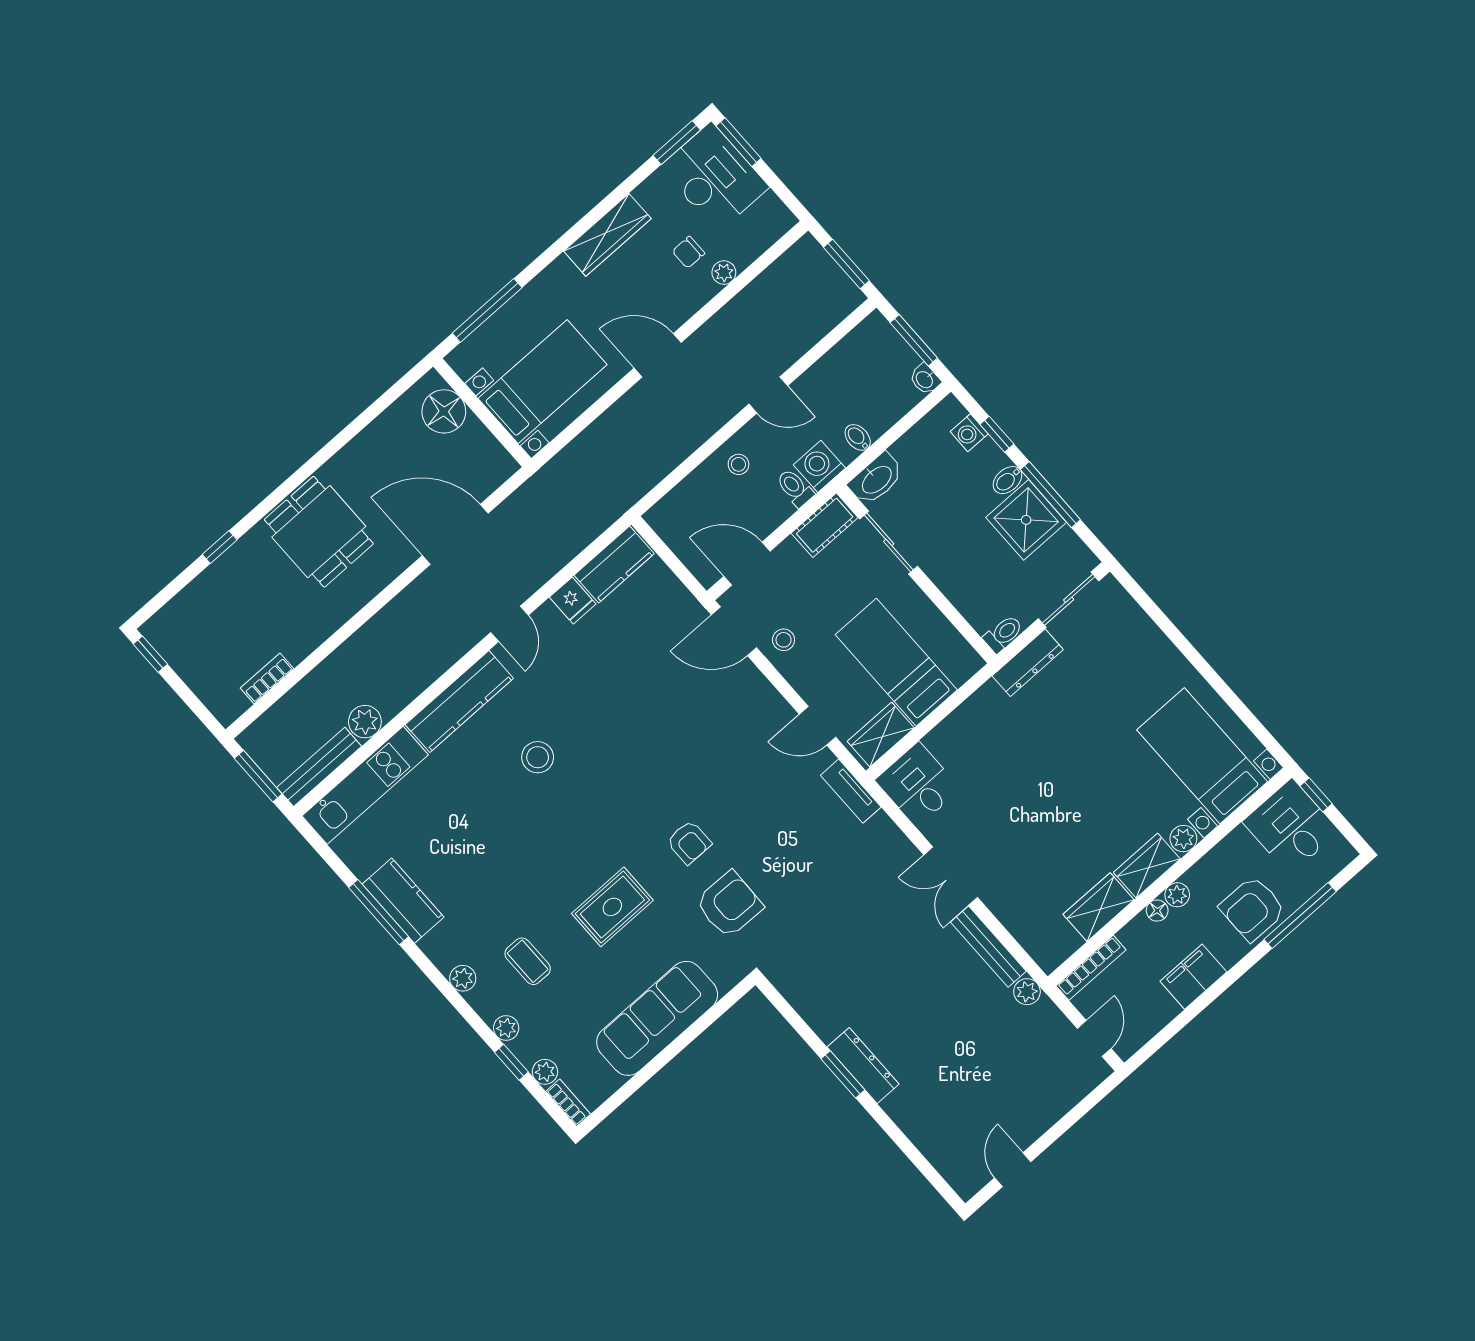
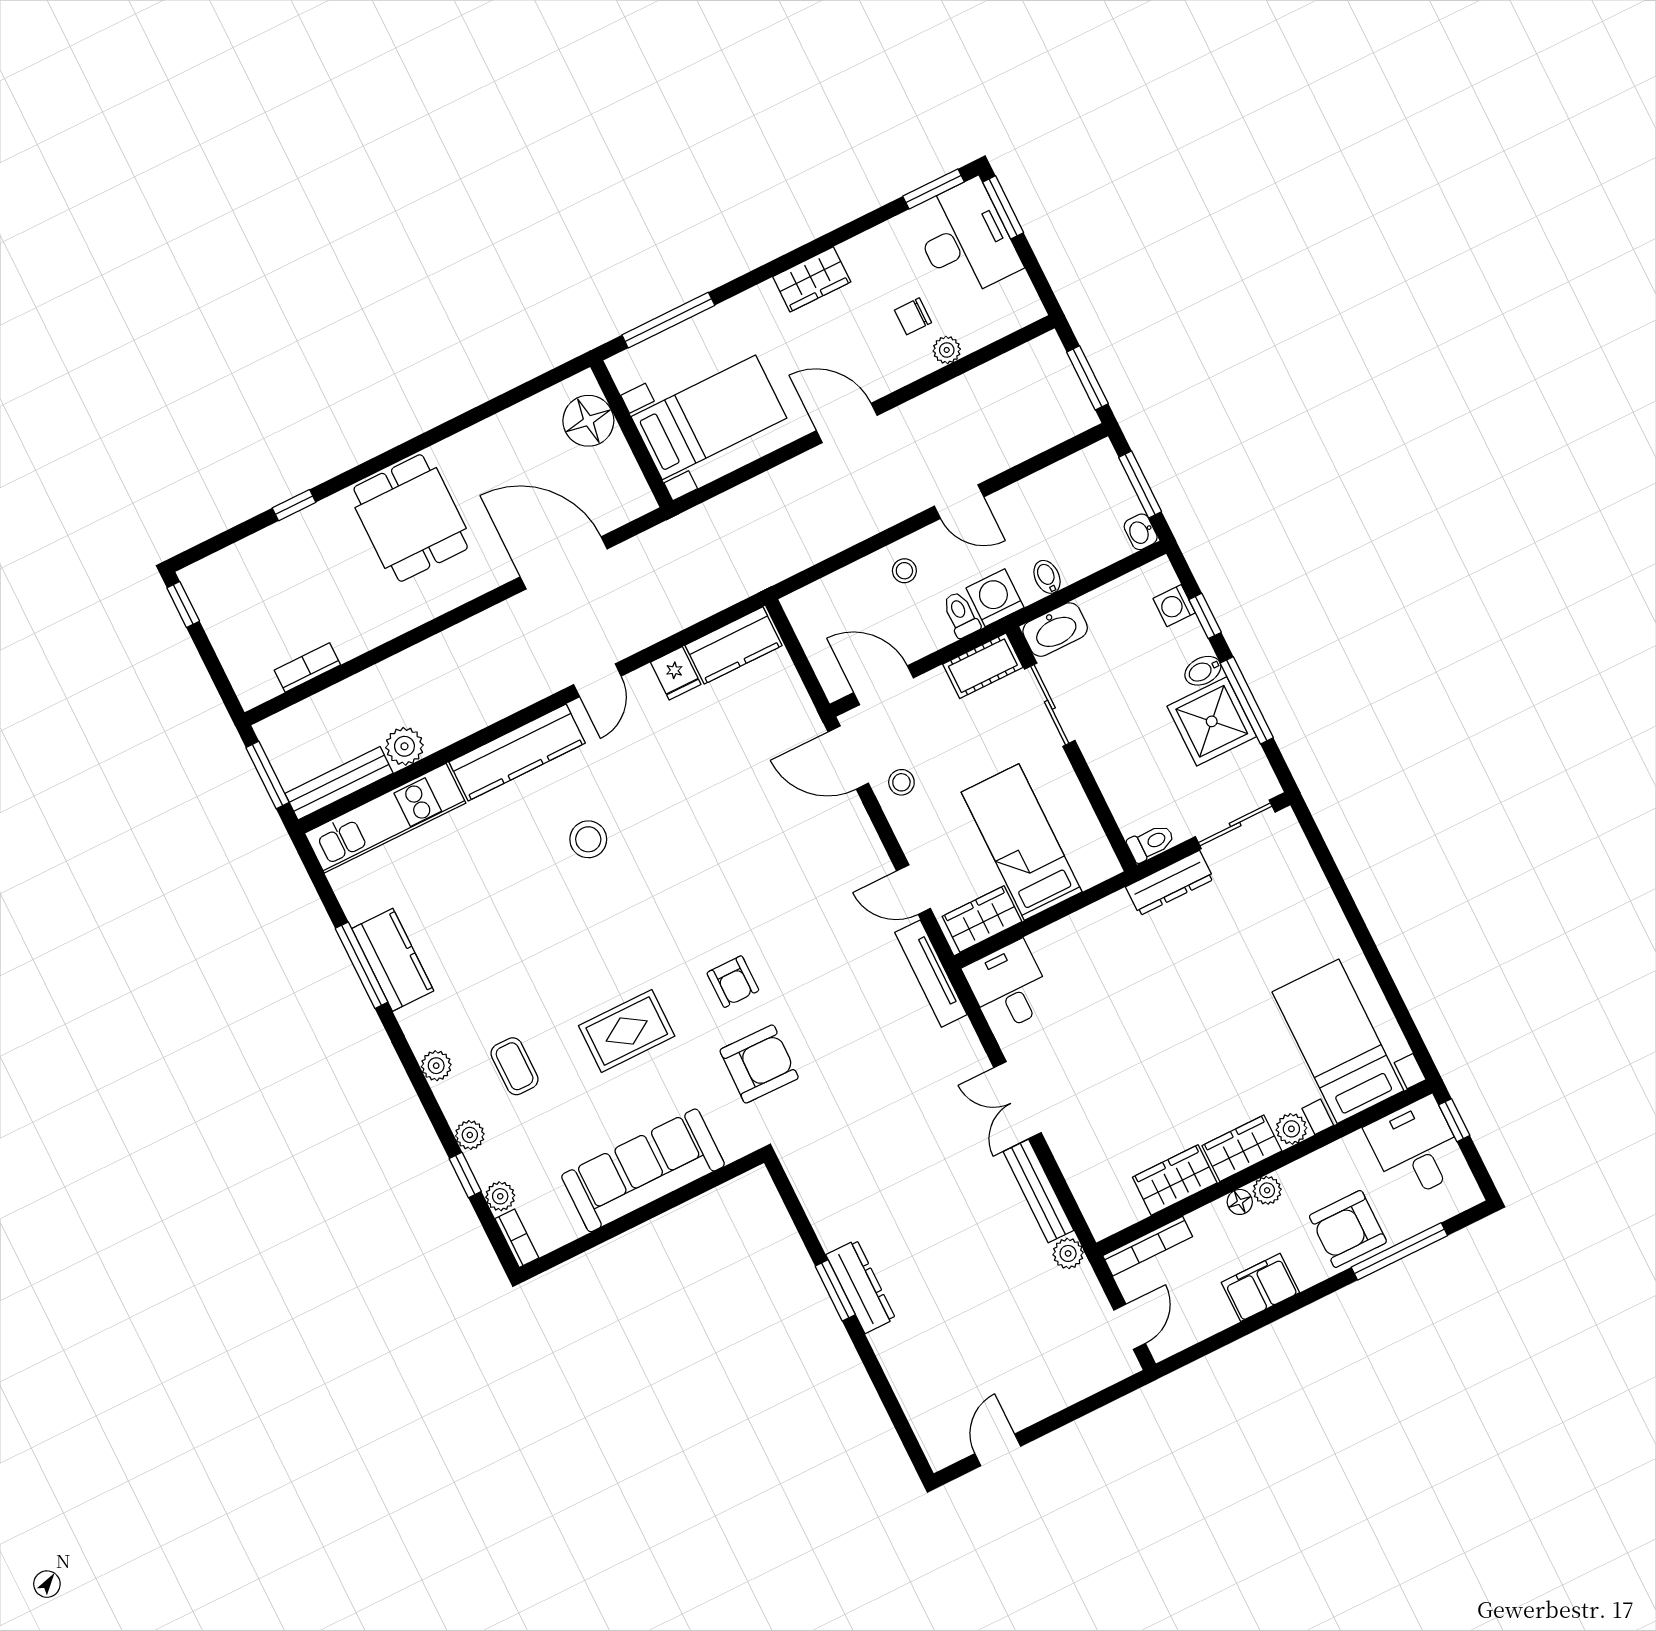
wardrobe: (607, 235) -> (812, 279), width x0.67
tv unit: (851, 791) -> (931, 974), width x1.41

